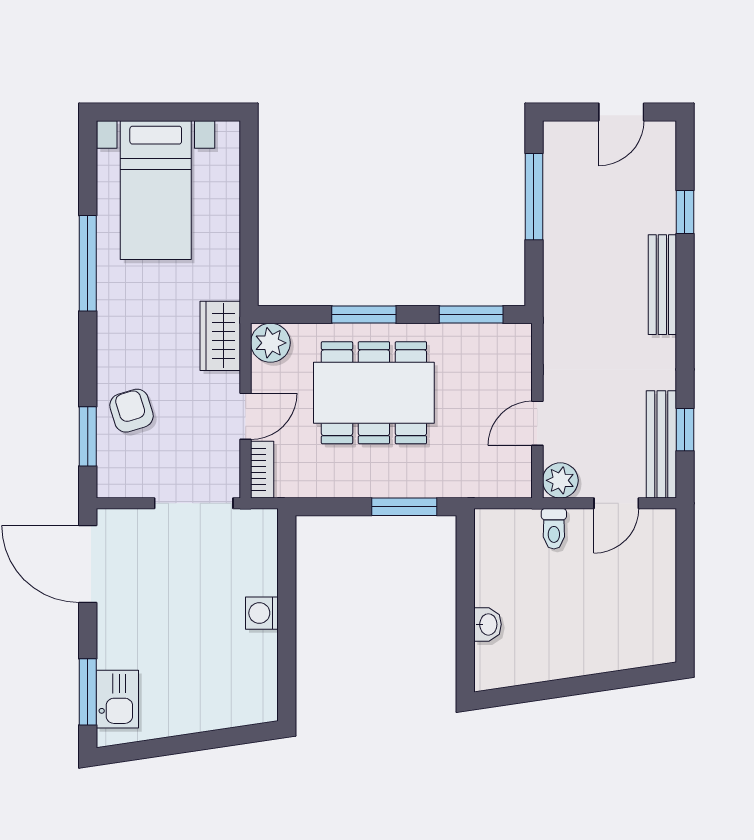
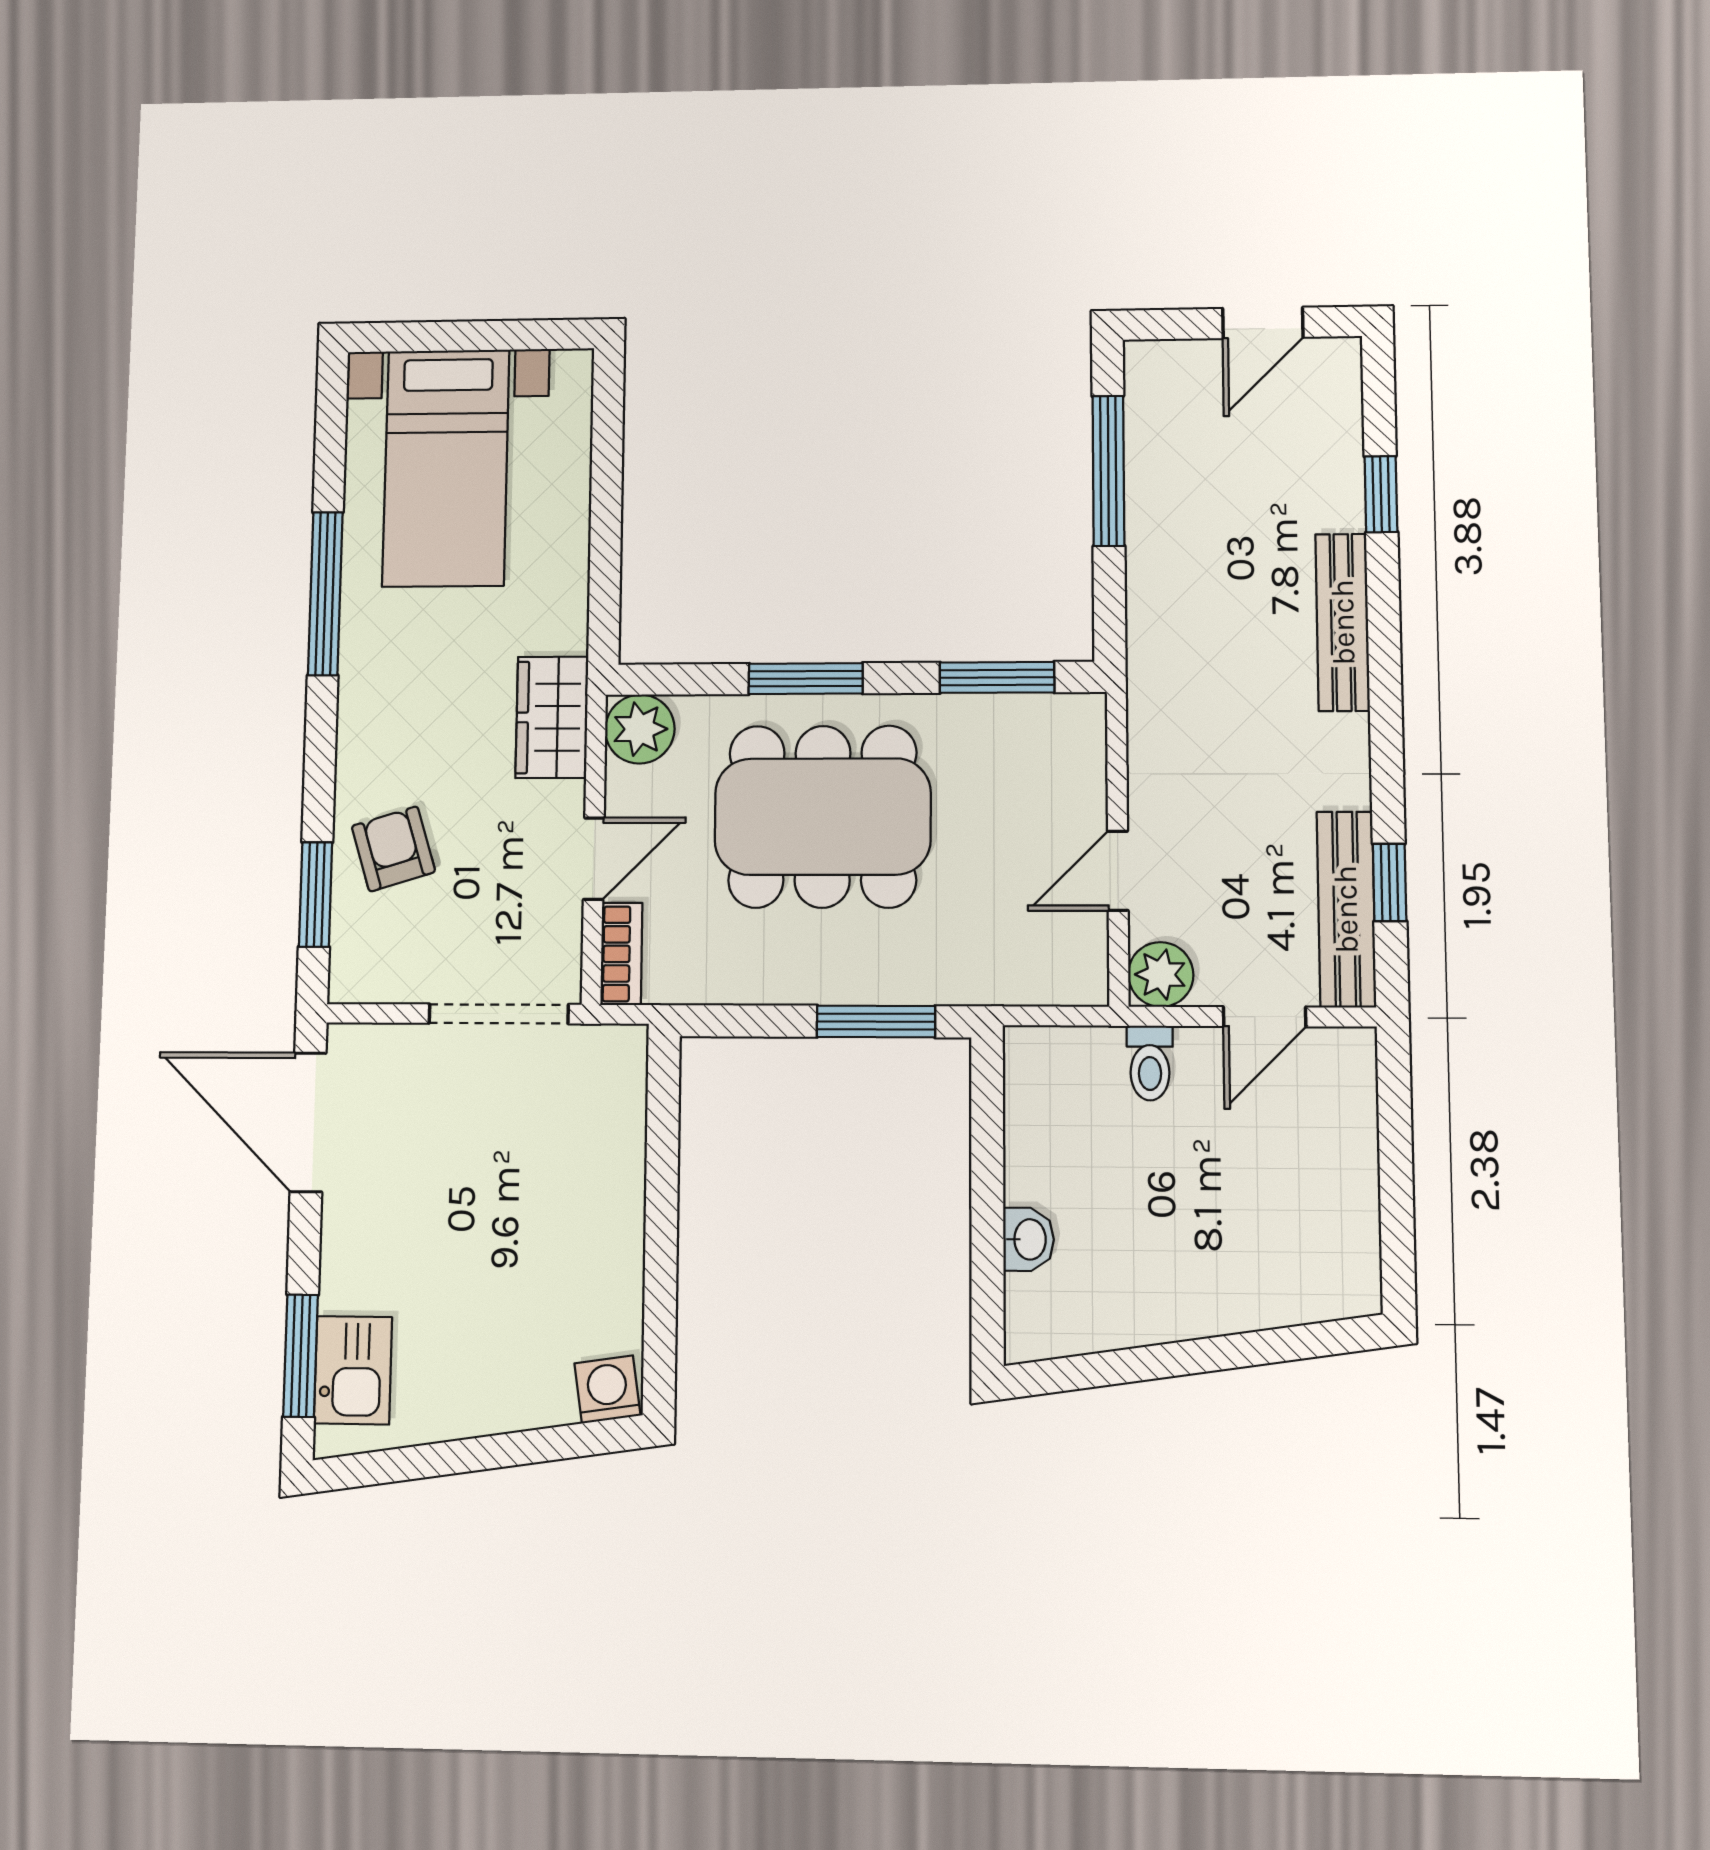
washing machine: (262, 613) -> (607, 1389), moved, turned 82

